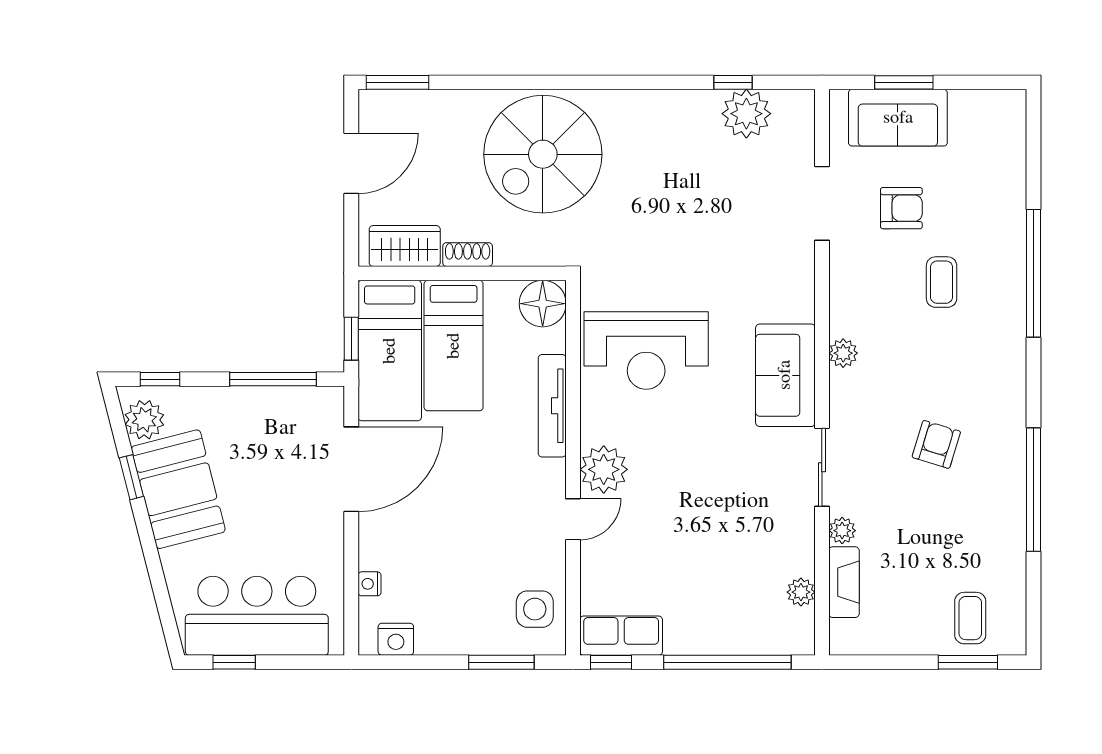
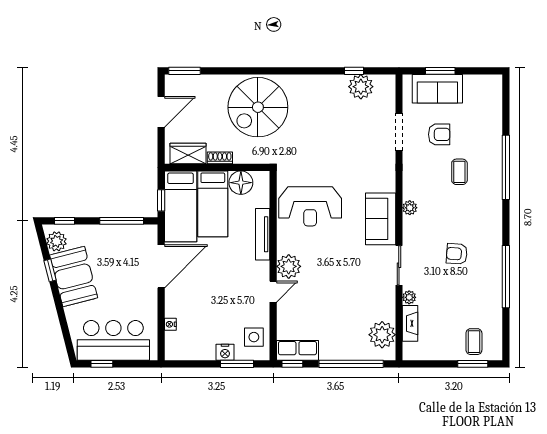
floor lamp: (543, 304) -> (241, 183), moved
armchair: (936, 444) -> (457, 254), turned -103
plant: (801, 592) -> (382, 335), width x1.87, depth x1.87
nightstand: (396, 639) -> (225, 352), moved

